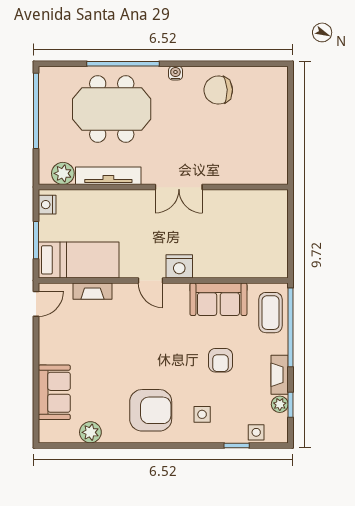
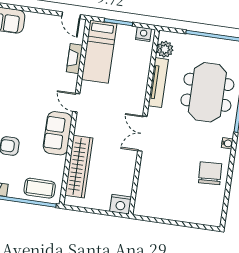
wardrobe: (235, 265) -> (79, 167), added
nightstand: (179, 266) -> (121, 204), moved, turned -90
door: (150, 280) -> (76, 103), hinge flipped
sofa: (218, 299) -> (58, 133), moved

